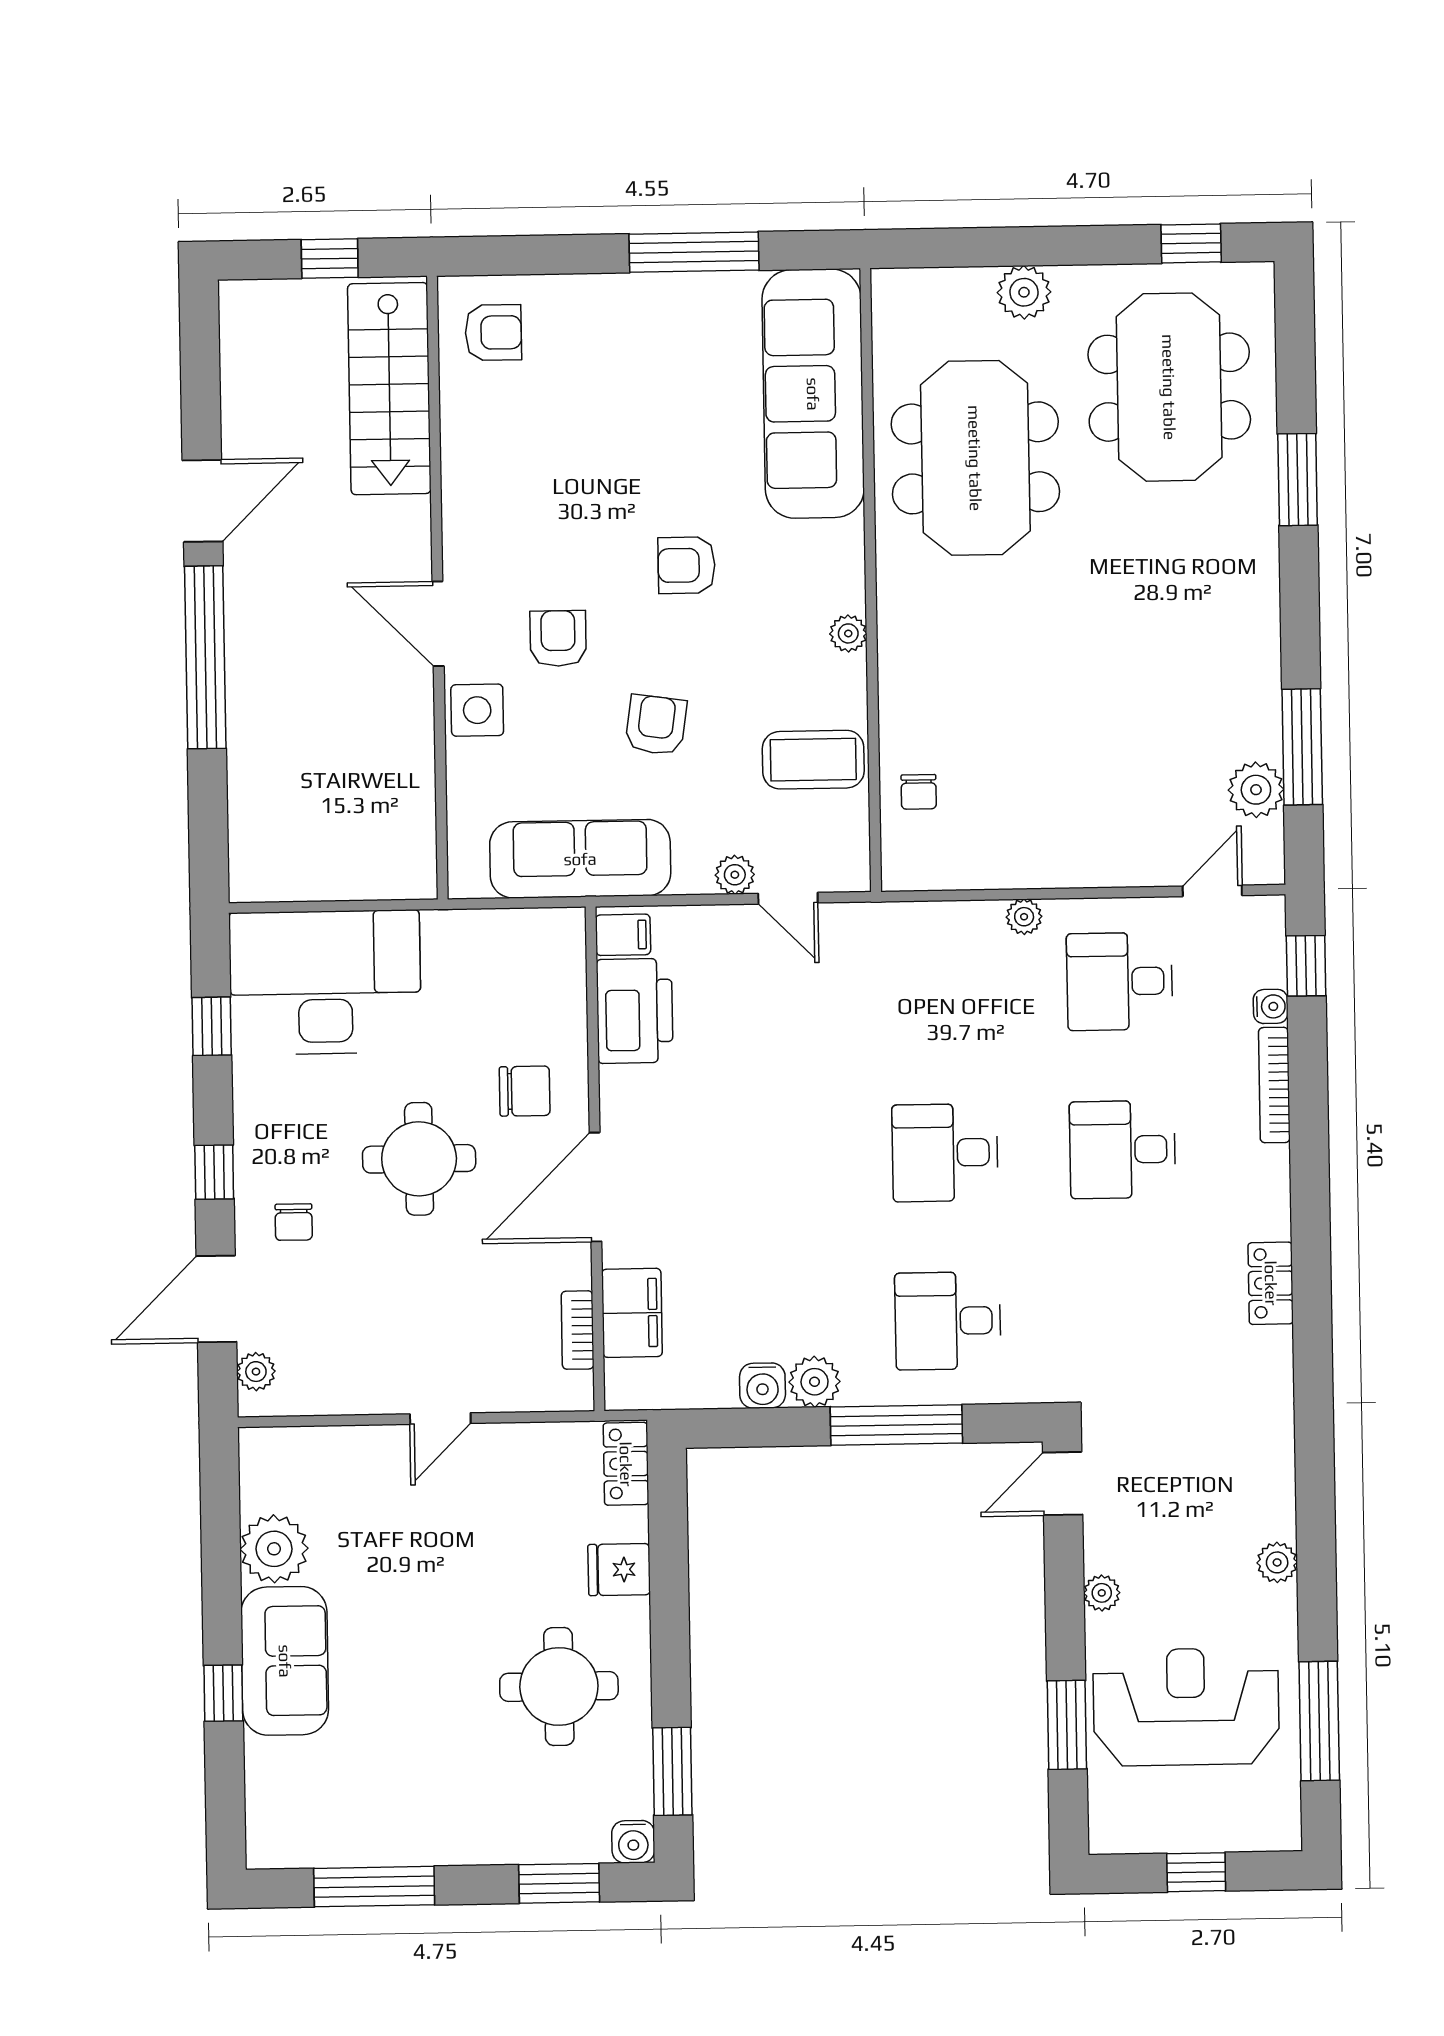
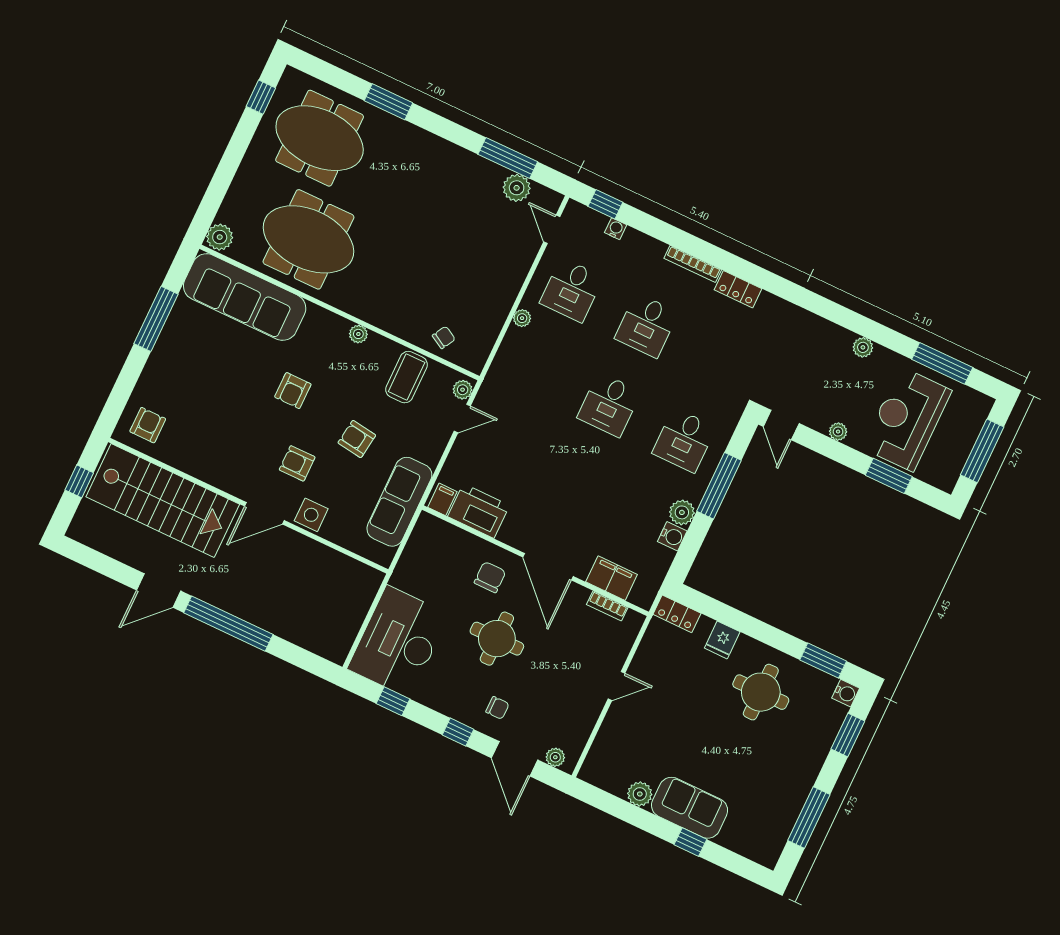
plant: (1024, 292) -> (220, 237), moved
stairs: (389, 389) -> (163, 501), width x1.36, depth x1.51
door: (202, 501) -> (159, 591), swing flipped
chair: (919, 792) -> (444, 337), turned -60
plant: (735, 875) -> (463, 390), moved
bookcase: (1274, 1085) -> (693, 264), moved
door: (440, 1419) -> (616, 686), hinge flipped
plant: (274, 1549) -> (640, 794), width x0.73, depth x0.73
window: (1196, 1872) -> (982, 451), width x2.17

